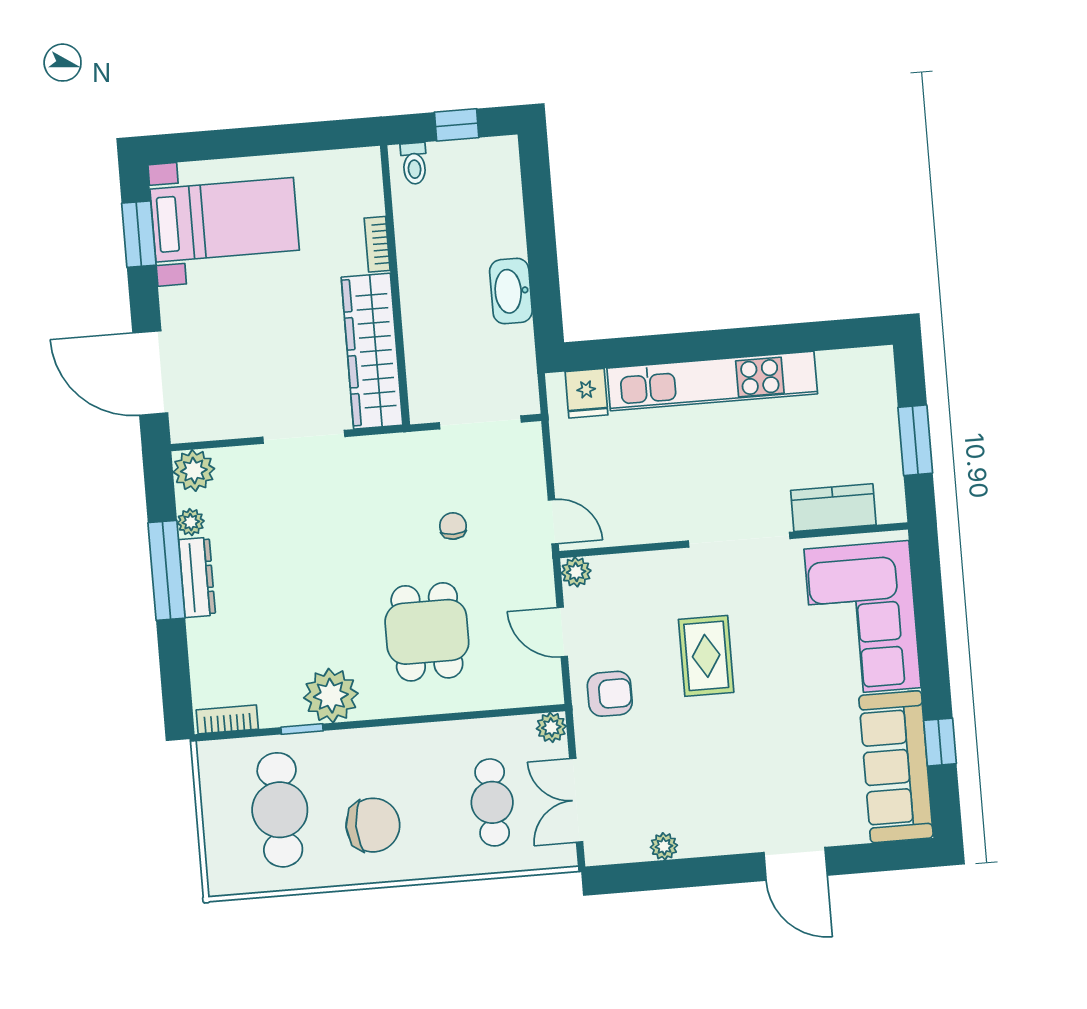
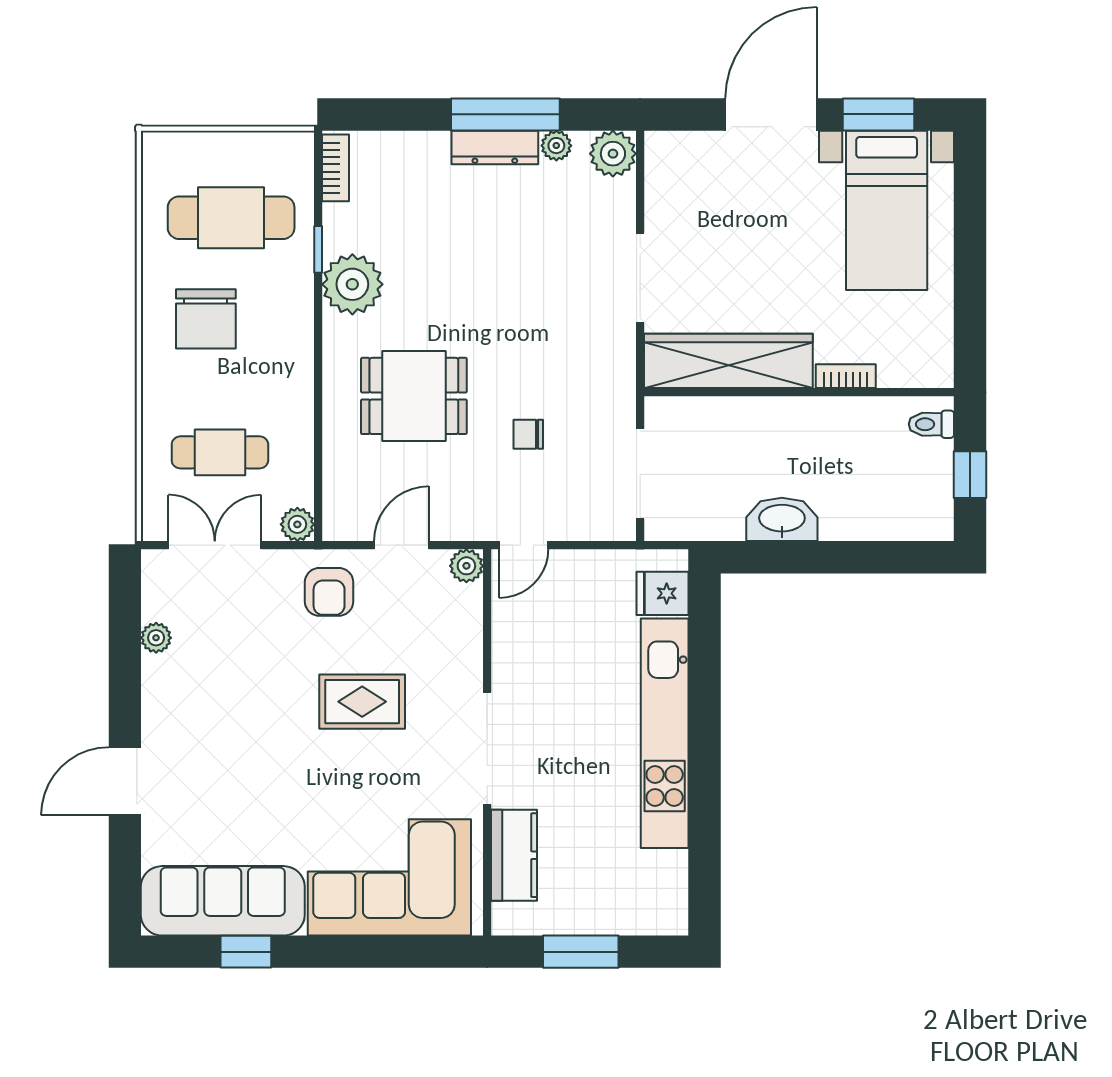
door: (150, 373) -> (771, 114), moved
chair: (453, 526) -> (528, 434), turned 180

